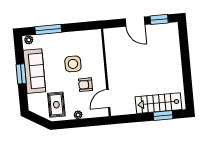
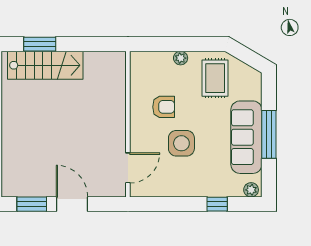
window: (48, 30) -> (217, 204), width x0.46
window: (21, 74) -> (269, 134), width x1.44
door: (108, 99) -> (128, 168), moved

